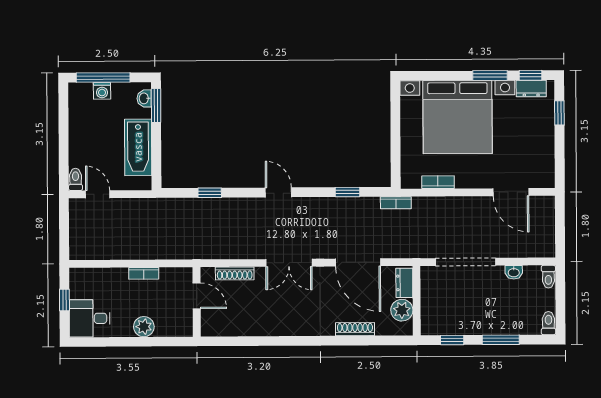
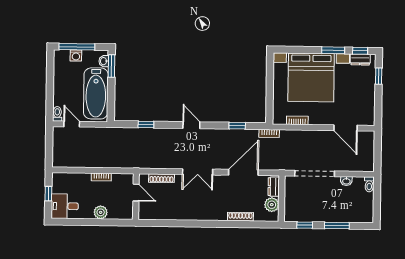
bathtub: (138, 147) -> (96, 93), width x1.36, depth x1.36
door: (358, 262) -> (243, 172), swing flipped
toilet: (548, 323) -> (369, 215), removed

